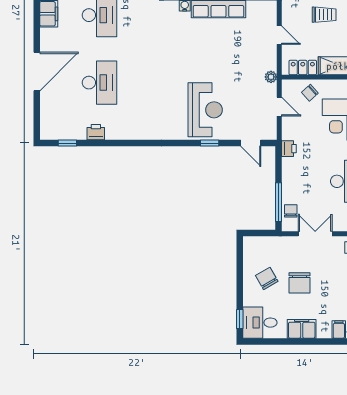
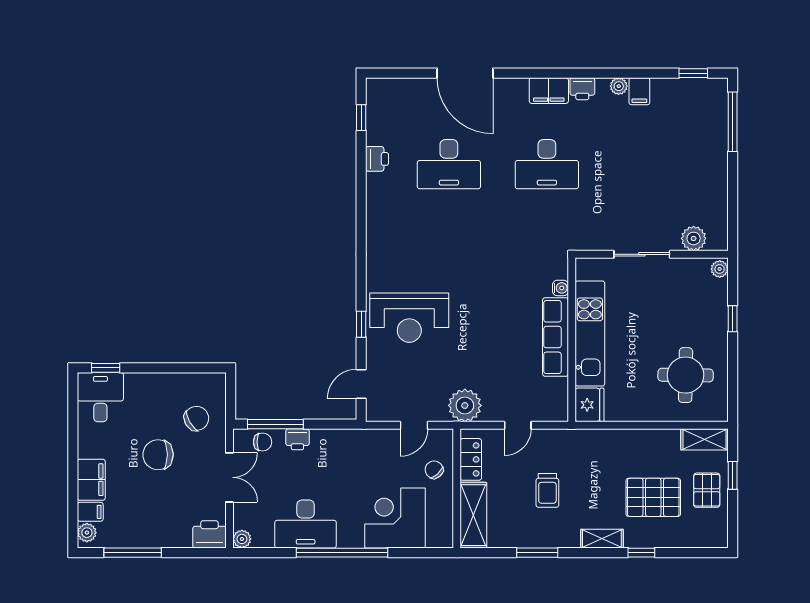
plant: (271, 77) -> (465, 405), width x1.87, depth x1.87
printer: (289, 149) -> (297, 439), moved
chair: (267, 278) -> (196, 418), moved
filing cabinet: (302, 329) -> (91, 480), moved

